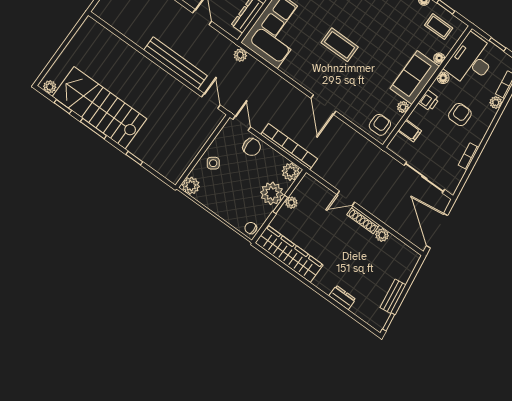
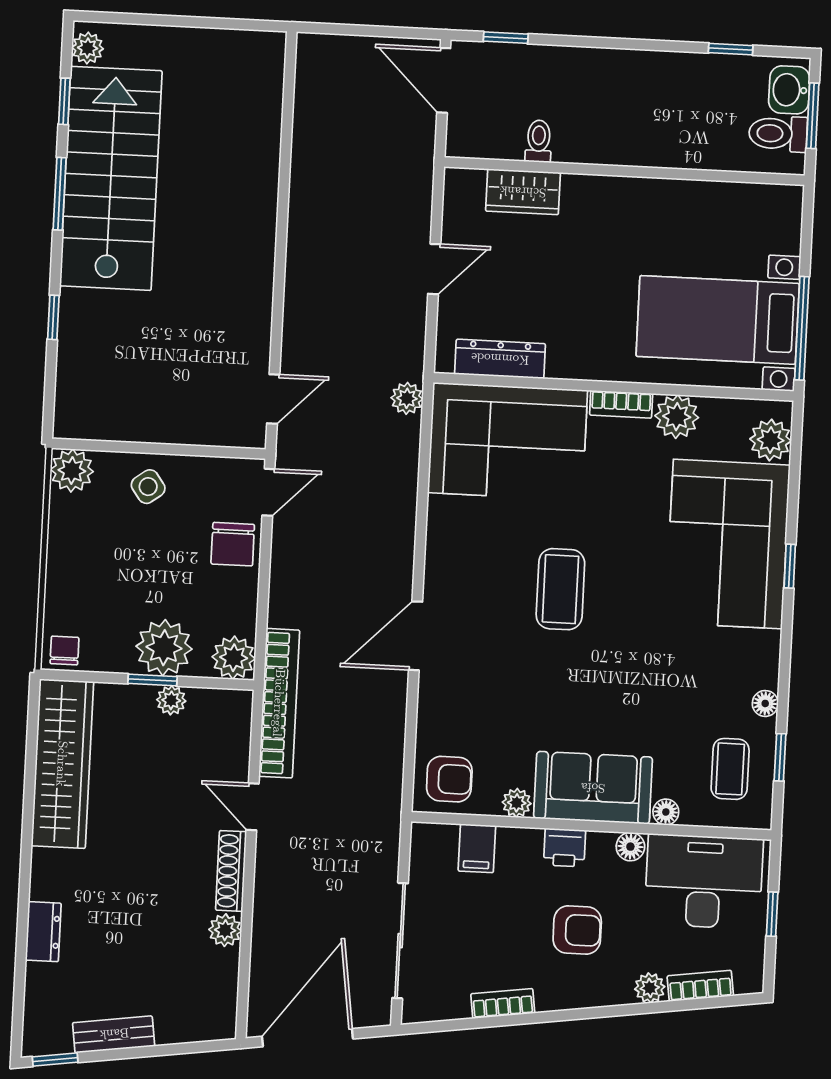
bench: (175, 63) -> (304, 275), removed
bookcase: (289, 147) -> (279, 703), moved

